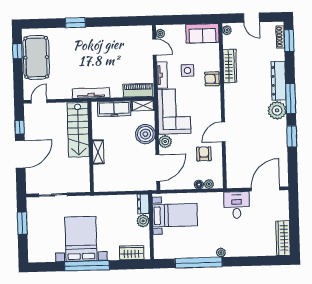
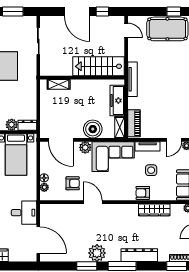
armchair: (212, 79) -> (143, 193), turned -90
plant: (277, 110) -> (97, 253), moved
shelving: (98, 152) -> (59, 84), moved

